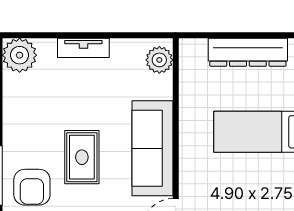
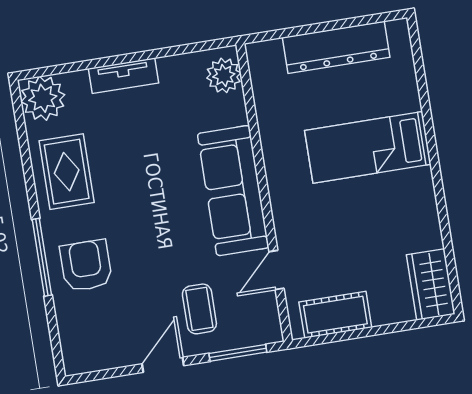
rug: (82, 157) -> (67, 172), moved
armchair: (32, 187) -> (86, 266), turned 180

